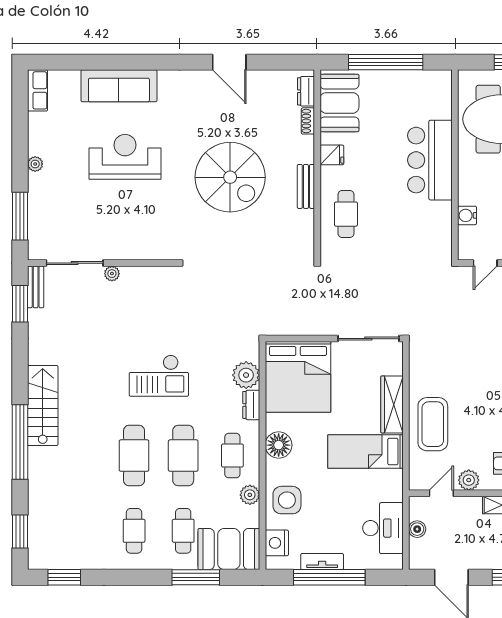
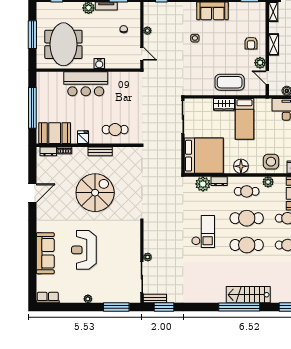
water cooler: (467, 215) -> (99, 64), moved
wardrobe: (392, 404) -> (224, 104), width x0.67
stairs: (43, 406) -> (248, 295), moved

